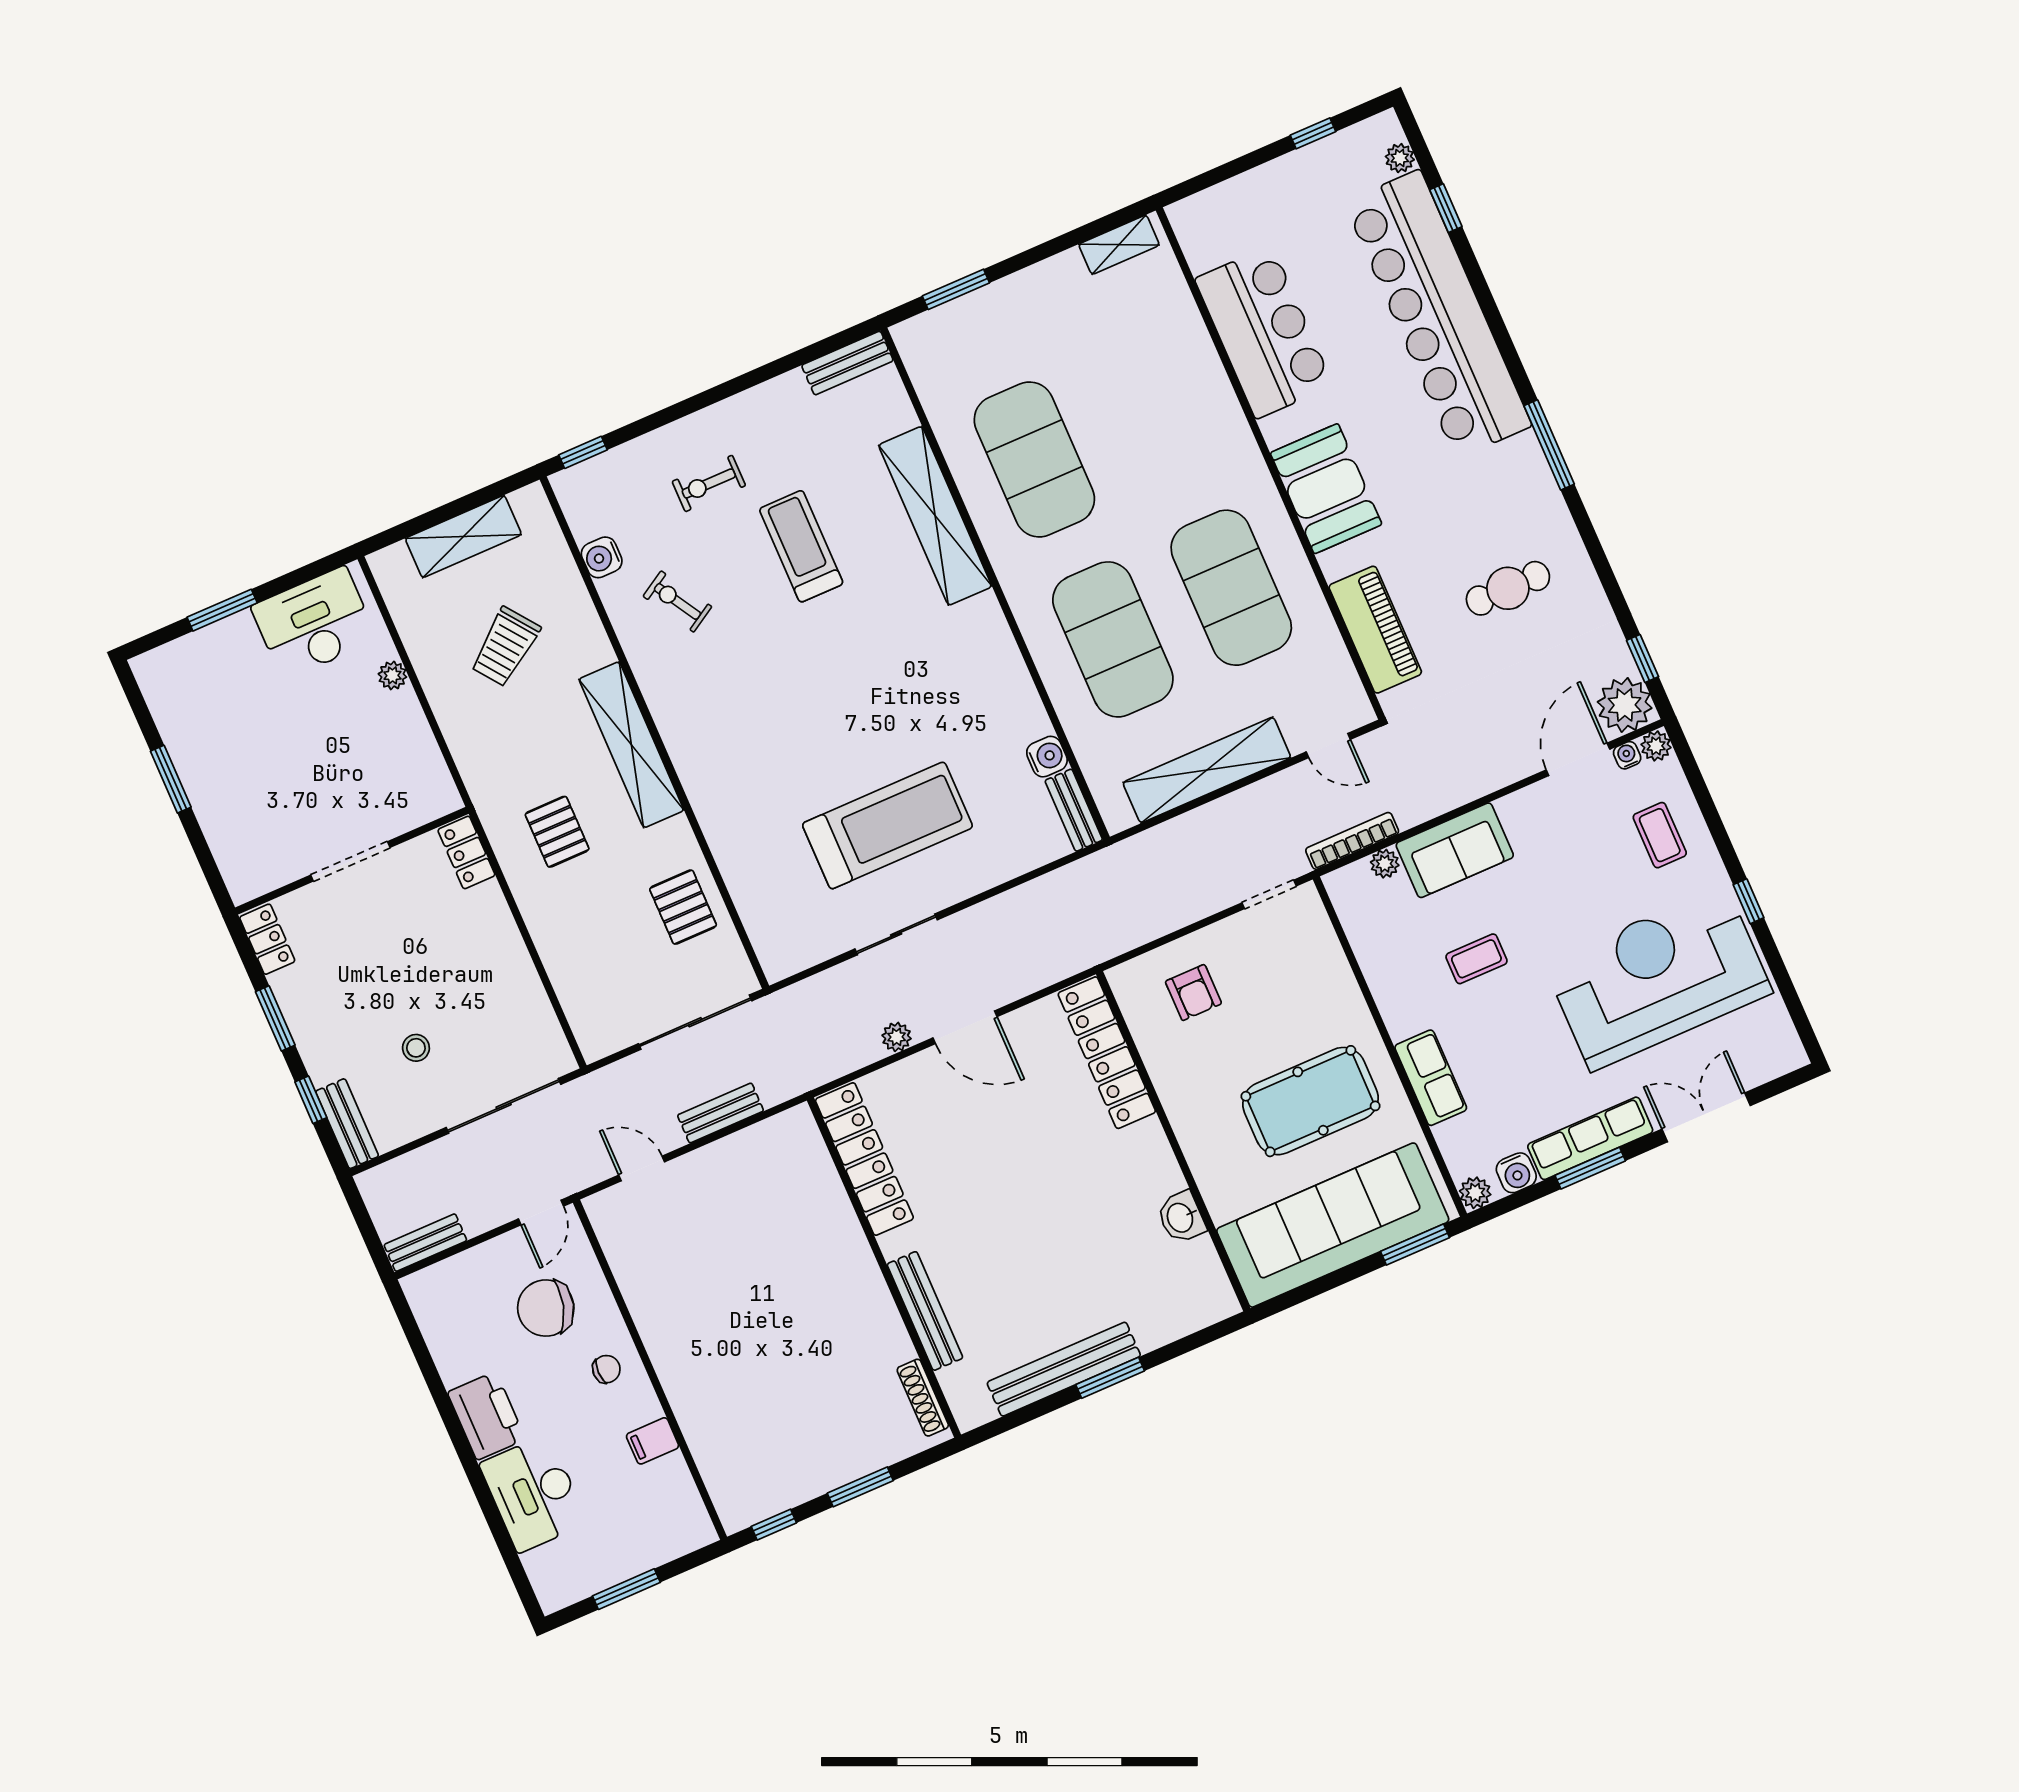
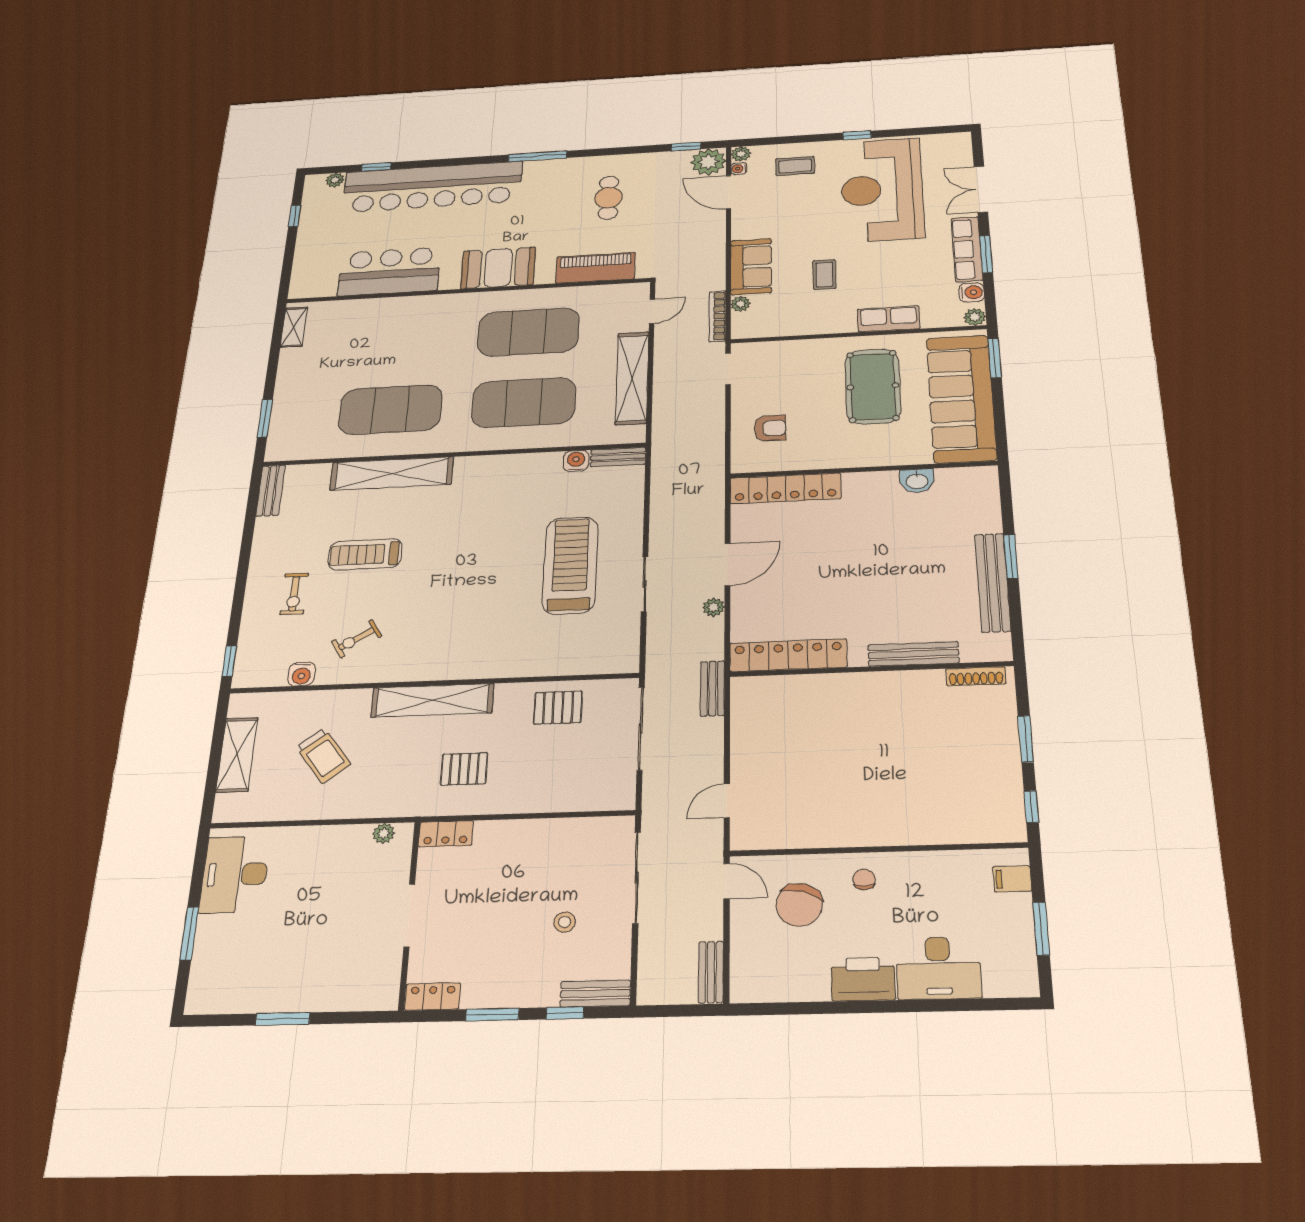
plant: (392, 675) -> (384, 833), moved
bench: (721, 1113) -> (712, 688), moved
filing cabinet: (653, 1441) -> (1012, 879), moved, turned 90

